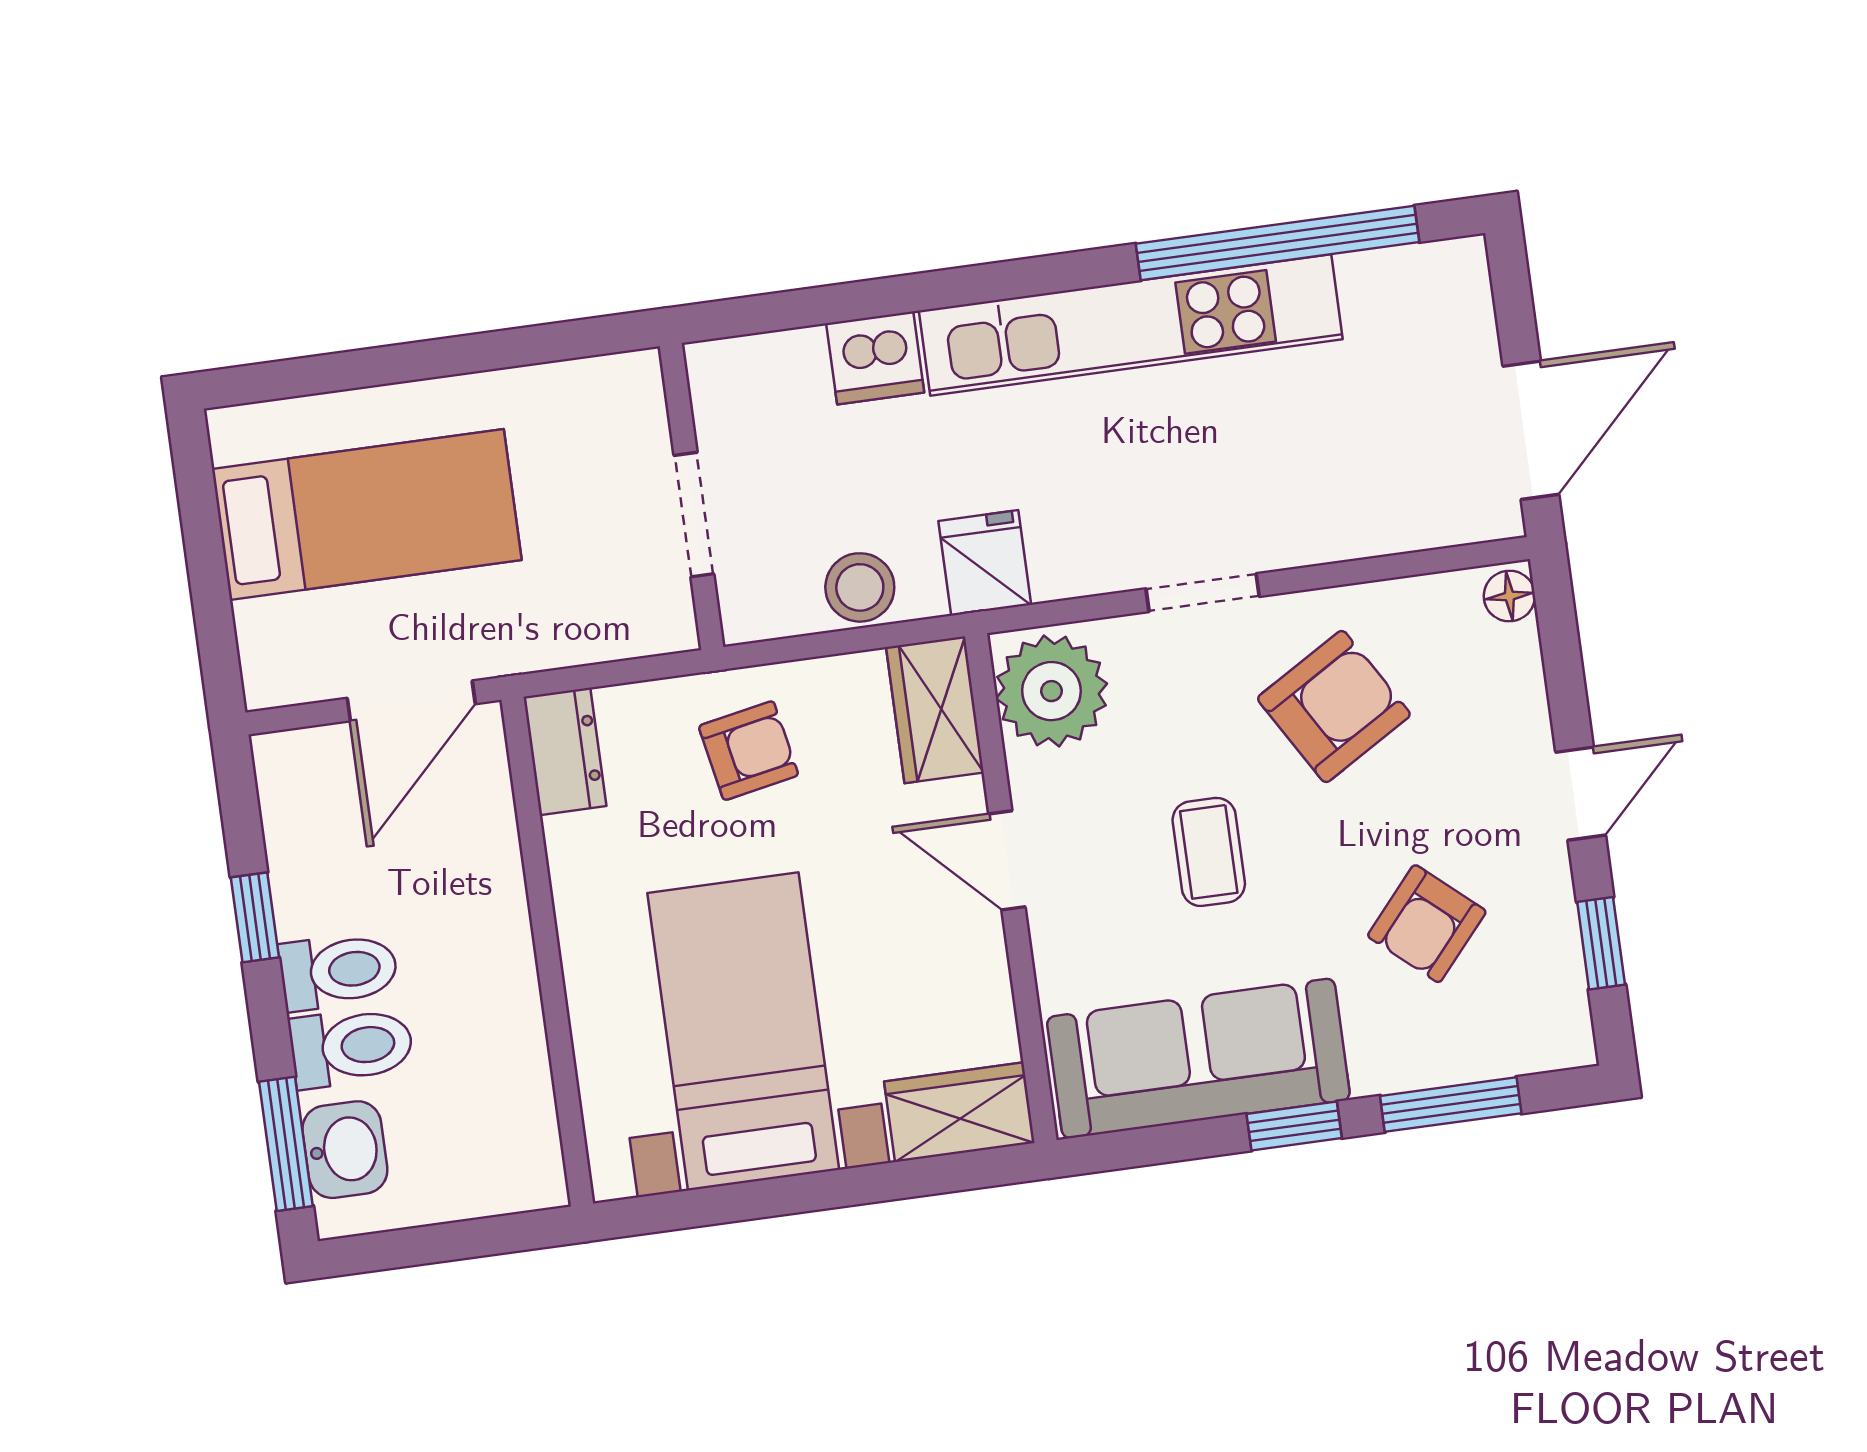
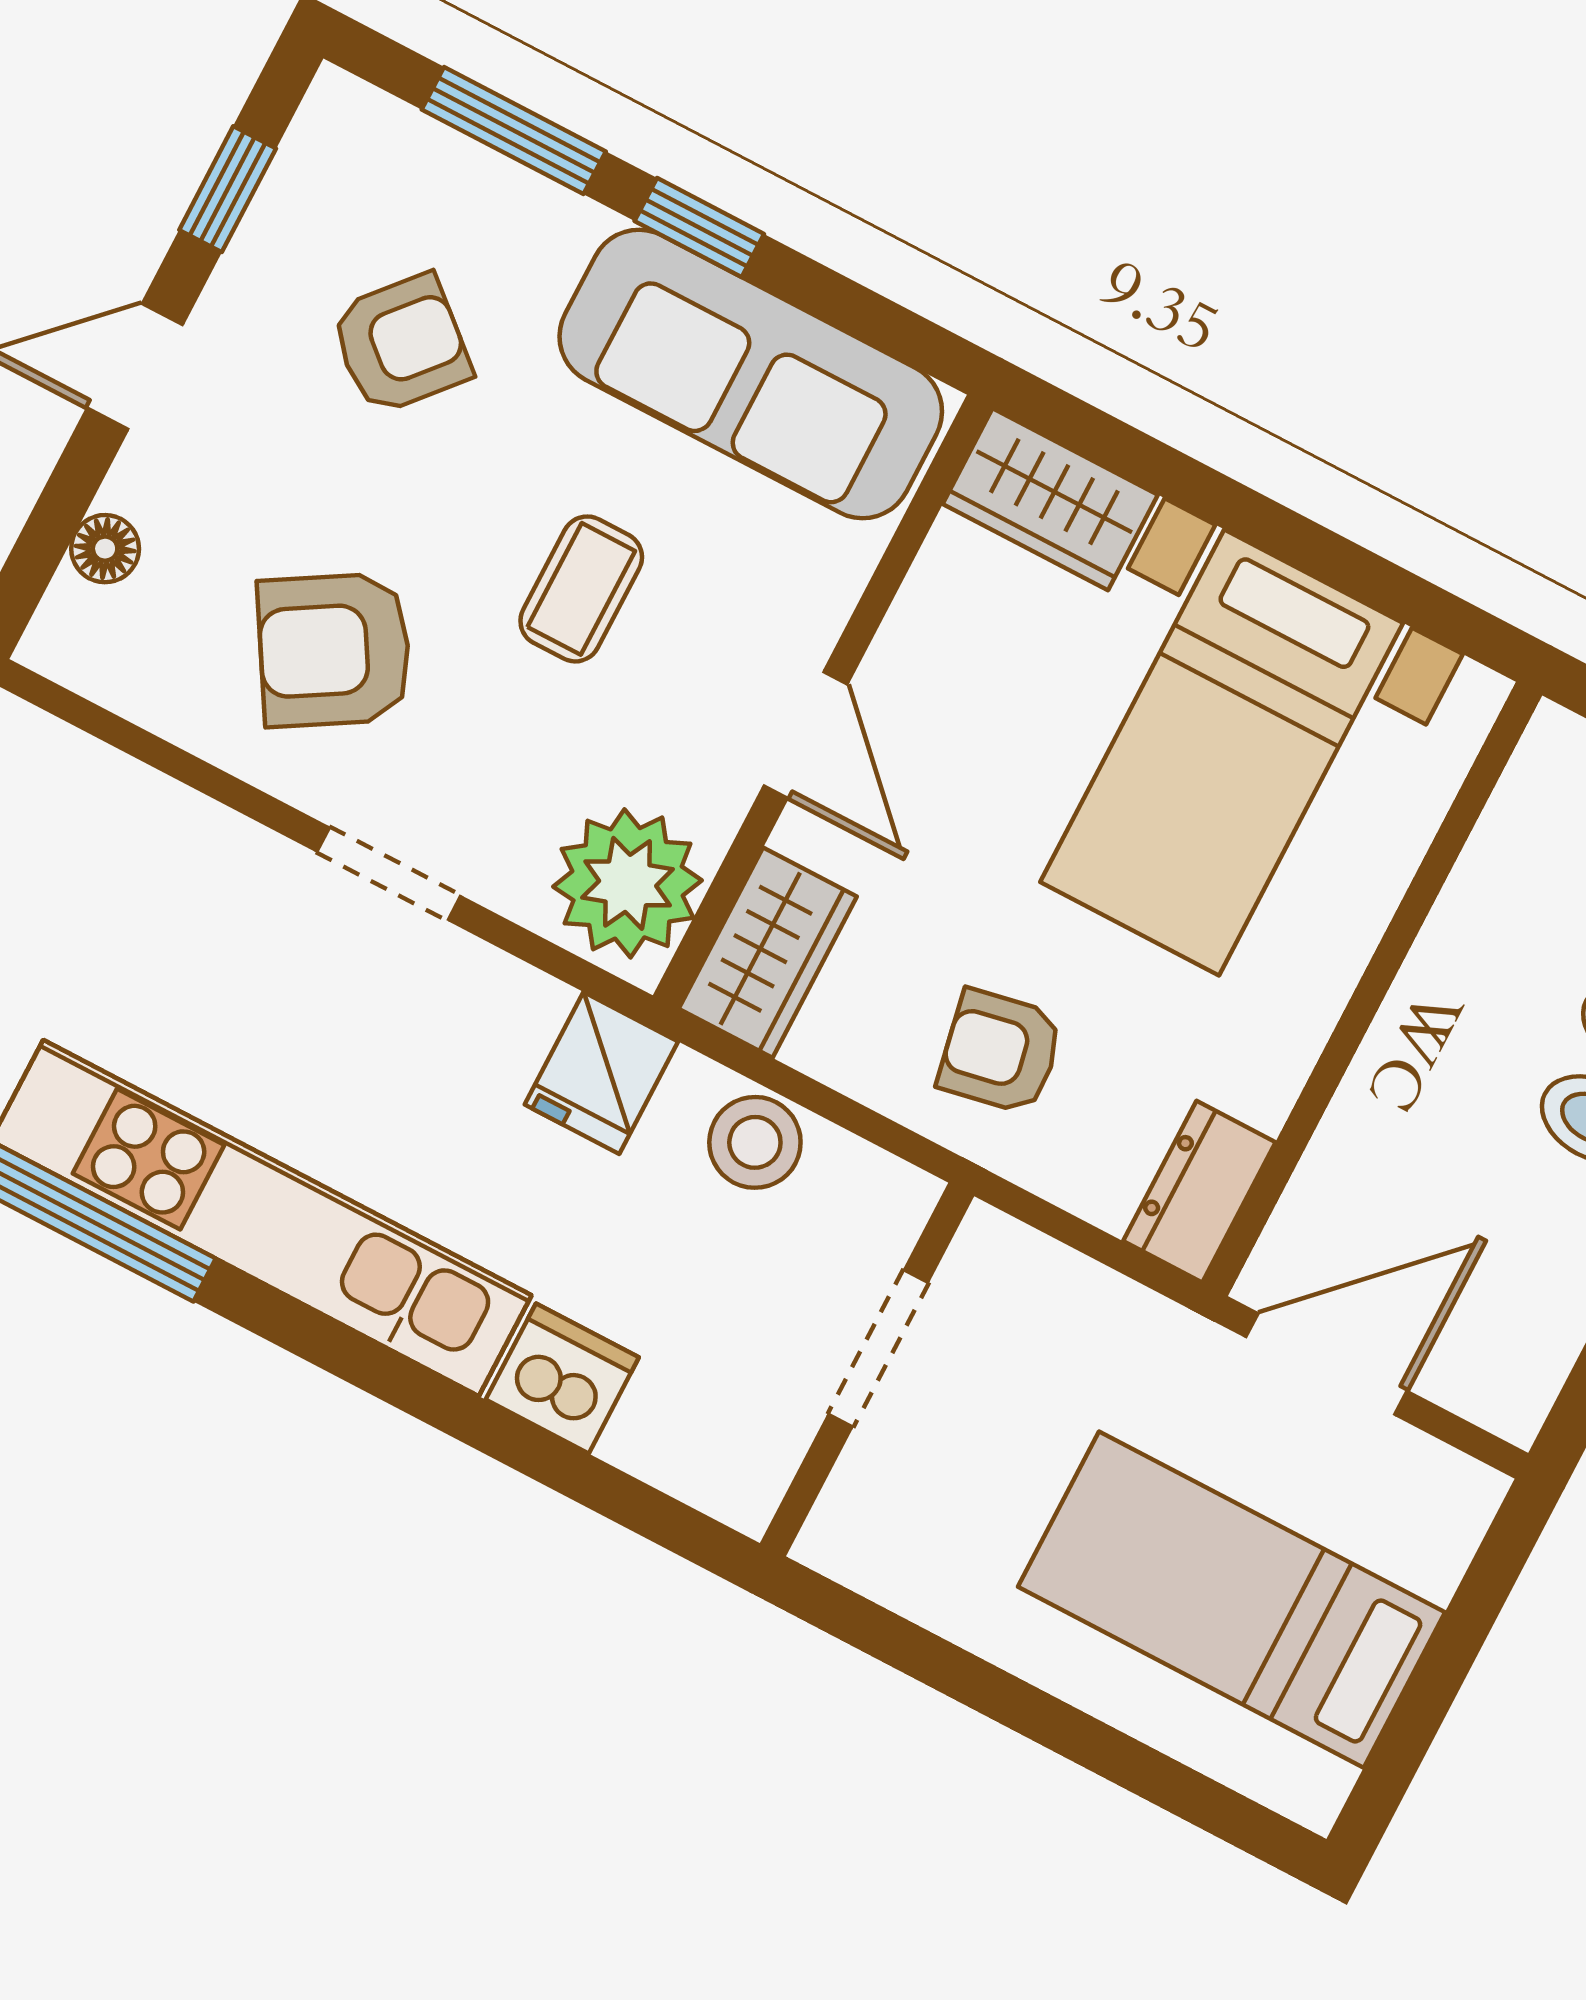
floor lamp: (1509, 596) -> (105, 549), moved

